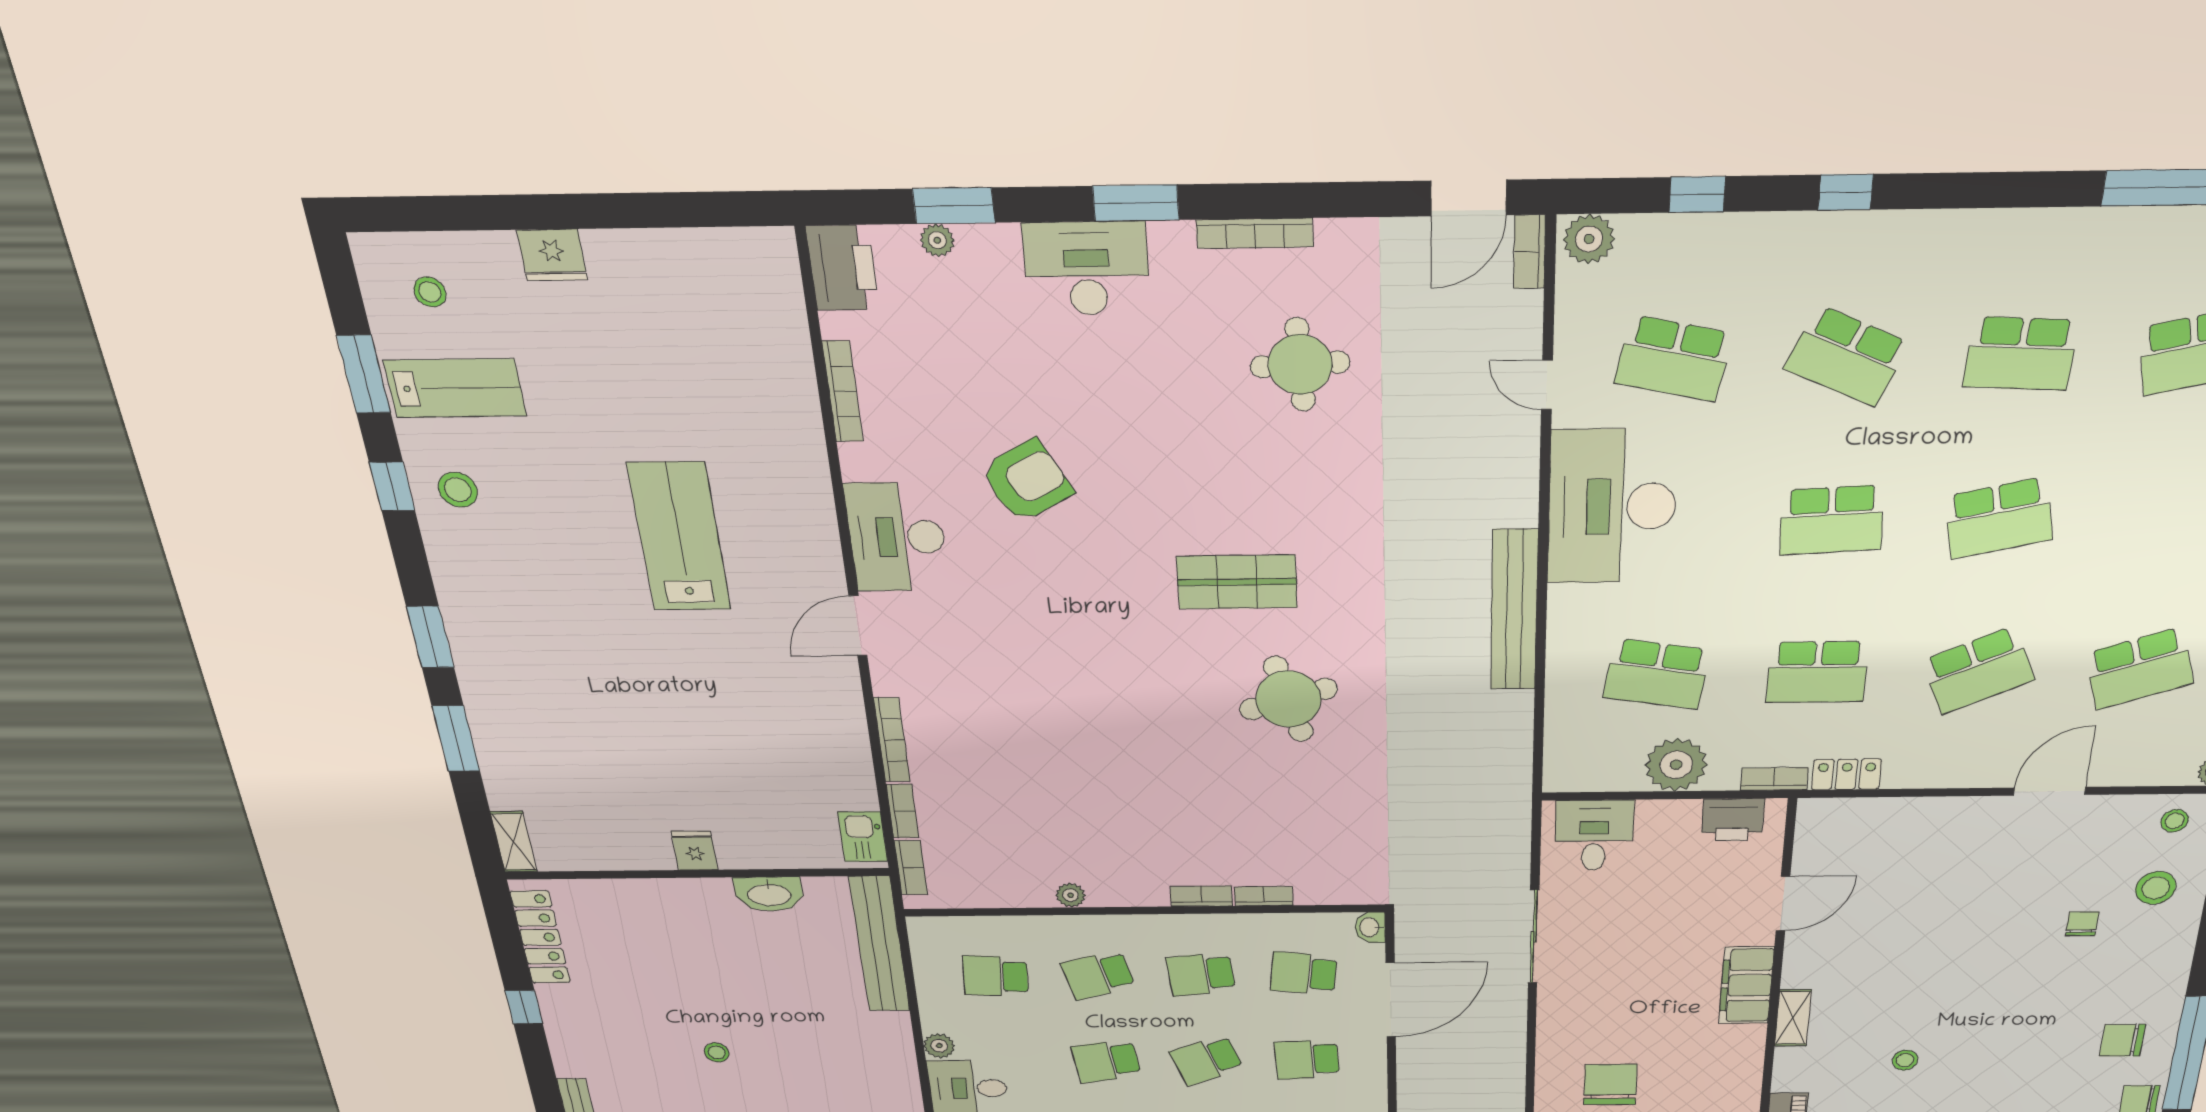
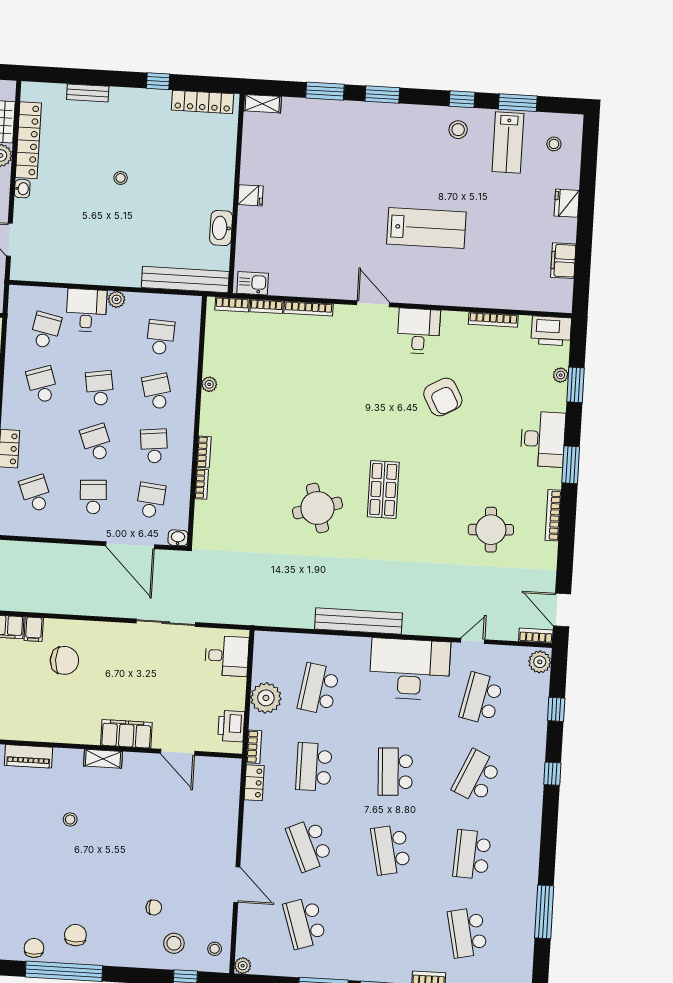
filing cabinet: (681, 253) -> (563, 261), added
desk: (897, 537) -> (419, 331), width x0.73

